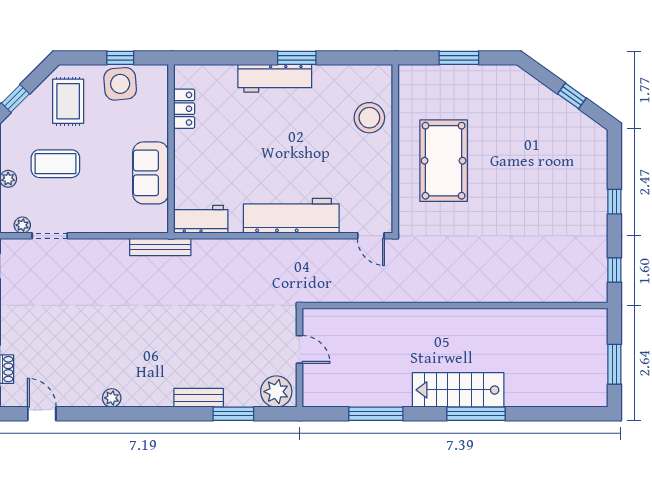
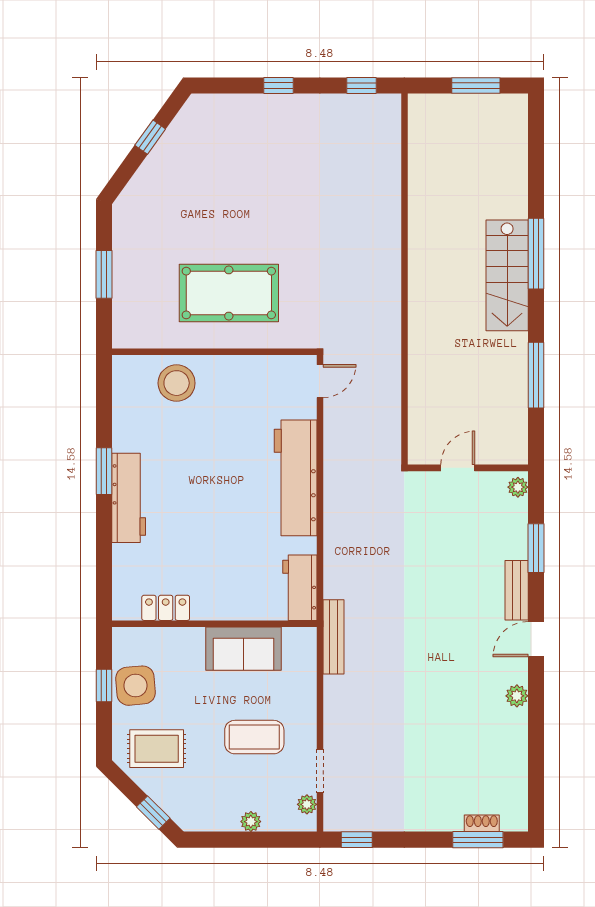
coffee table: (55, 164) -> (254, 737), moved, turned 90
plant: (276, 392) -> (518, 487), width x0.53, depth x0.53
door: (42, 414) -> (536, 639), moved

